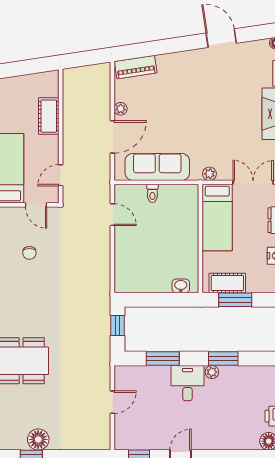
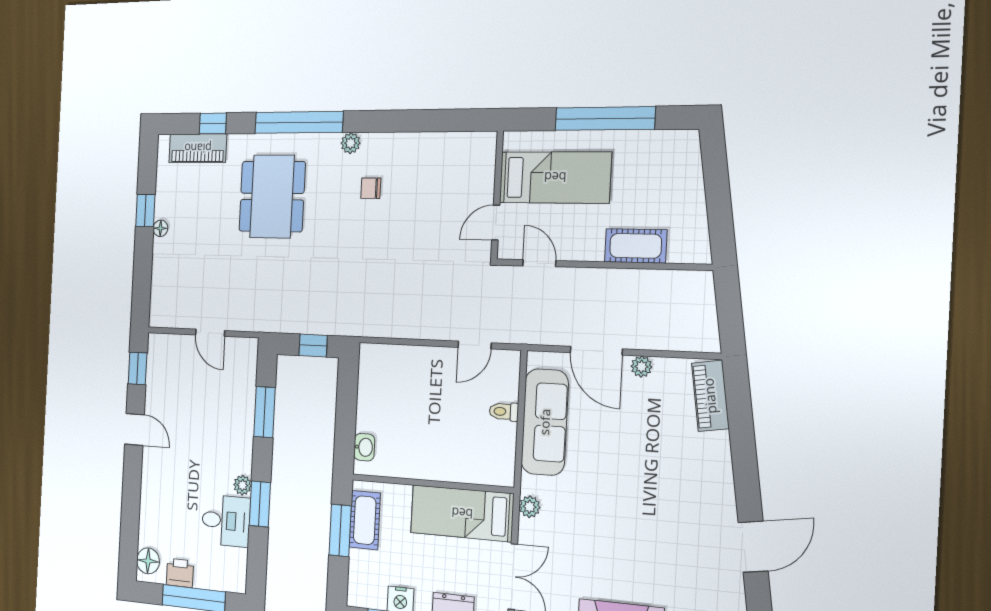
chair: (29, 253) -> (371, 188), moved
desk: (187, 383) -> (226, 521), moved
floor lamp: (38, 439) -> (160, 228), width x0.53, depth x0.53

